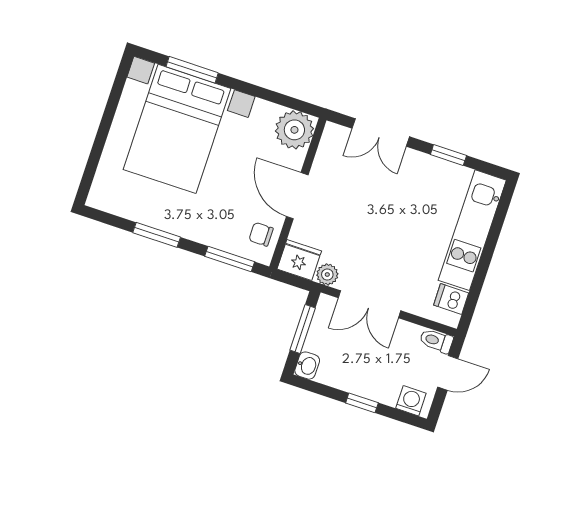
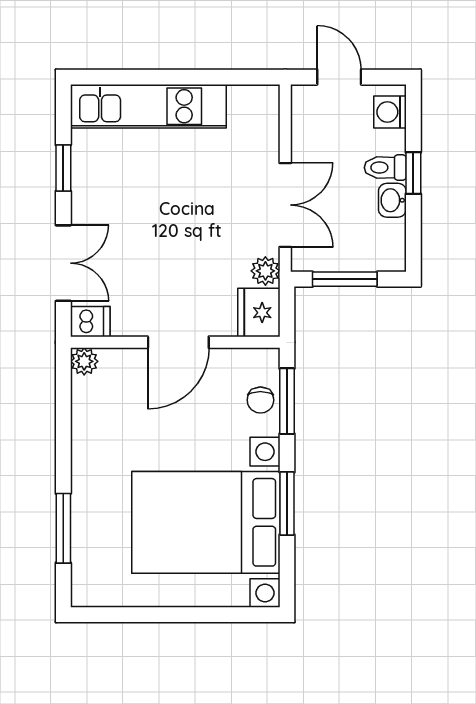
bed with nightstands: (177, 129) -> (206, 522), moved, turned 180
plant: (294, 130) -> (84, 361), width x0.53, depth x0.53
chair: (261, 234) -> (260, 400), moved
dishwasher: (451, 299) -> (90, 322), moved, turned -90
toilet: (436, 341) -> (385, 168), moved, turned 90
washbasin: (307, 366) -> (392, 200), moved, turned -90

